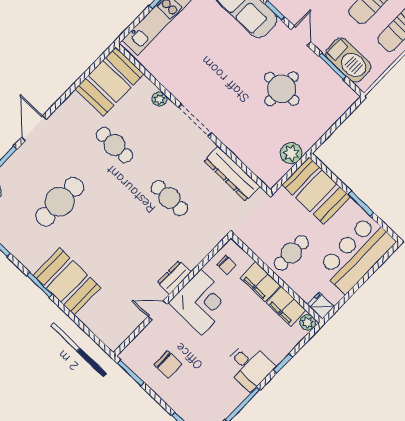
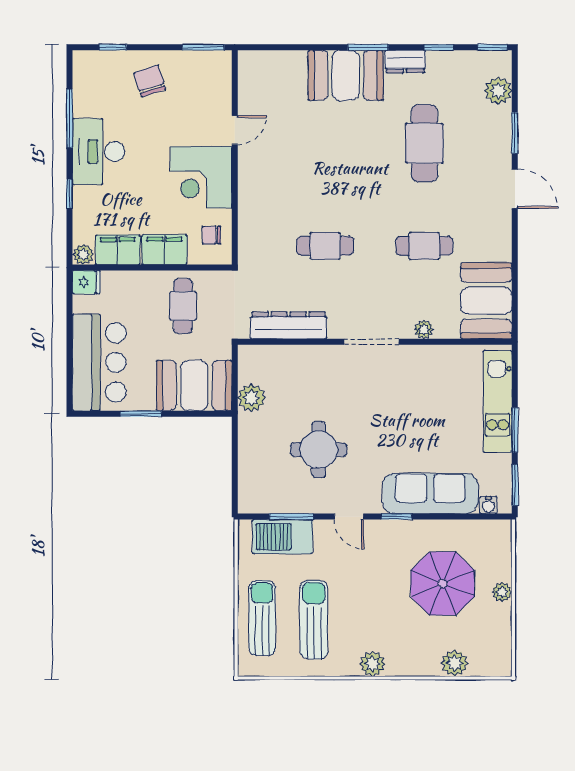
cafe table: (291, 253) -> (183, 306), moved
dresser: (174, 277) -> (405, 62), moved, turned 90
chair: (168, 364) -> (150, 81), moved, turned 72
desk: (249, 366) -> (98, 152), width x1.37

